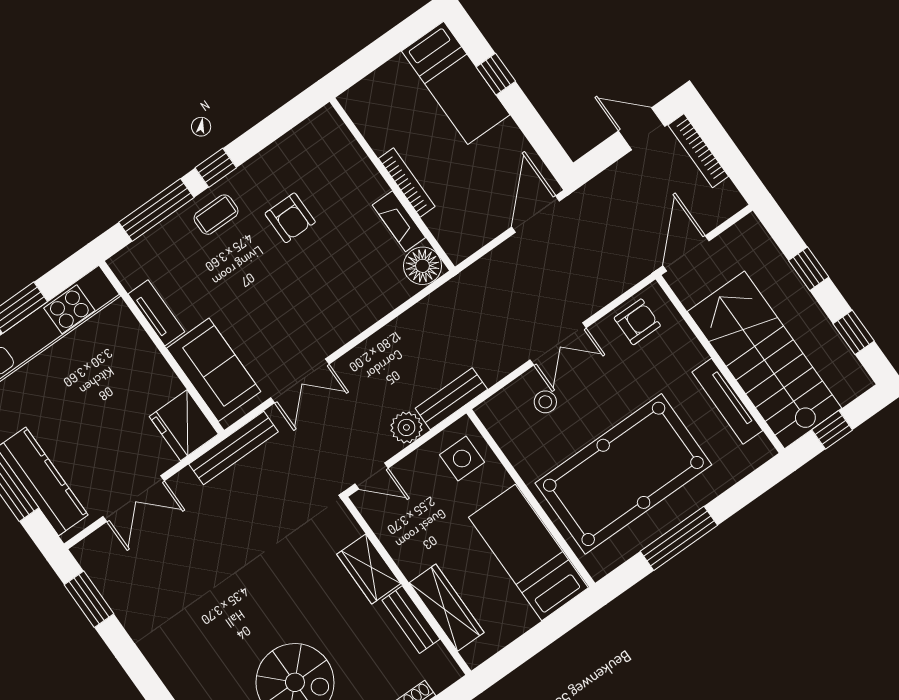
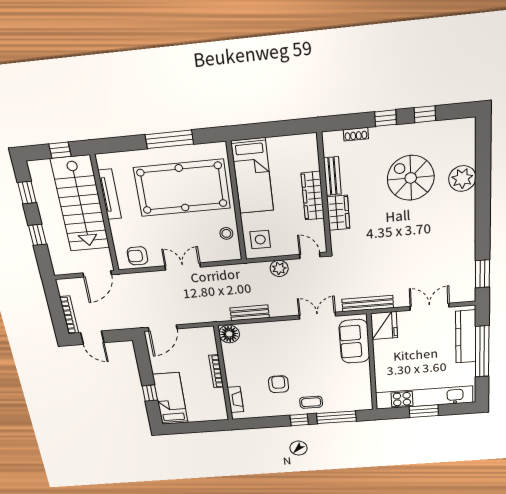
fireplace: (399, 221) -> (235, 400), moved
tv unit: (156, 313) -> (364, 378), removed
bench: (451, 399) -> (250, 313), moved
stool: (545, 402) -> (226, 233), moved
wardrobe: (447, 608) -> (313, 196), moved

